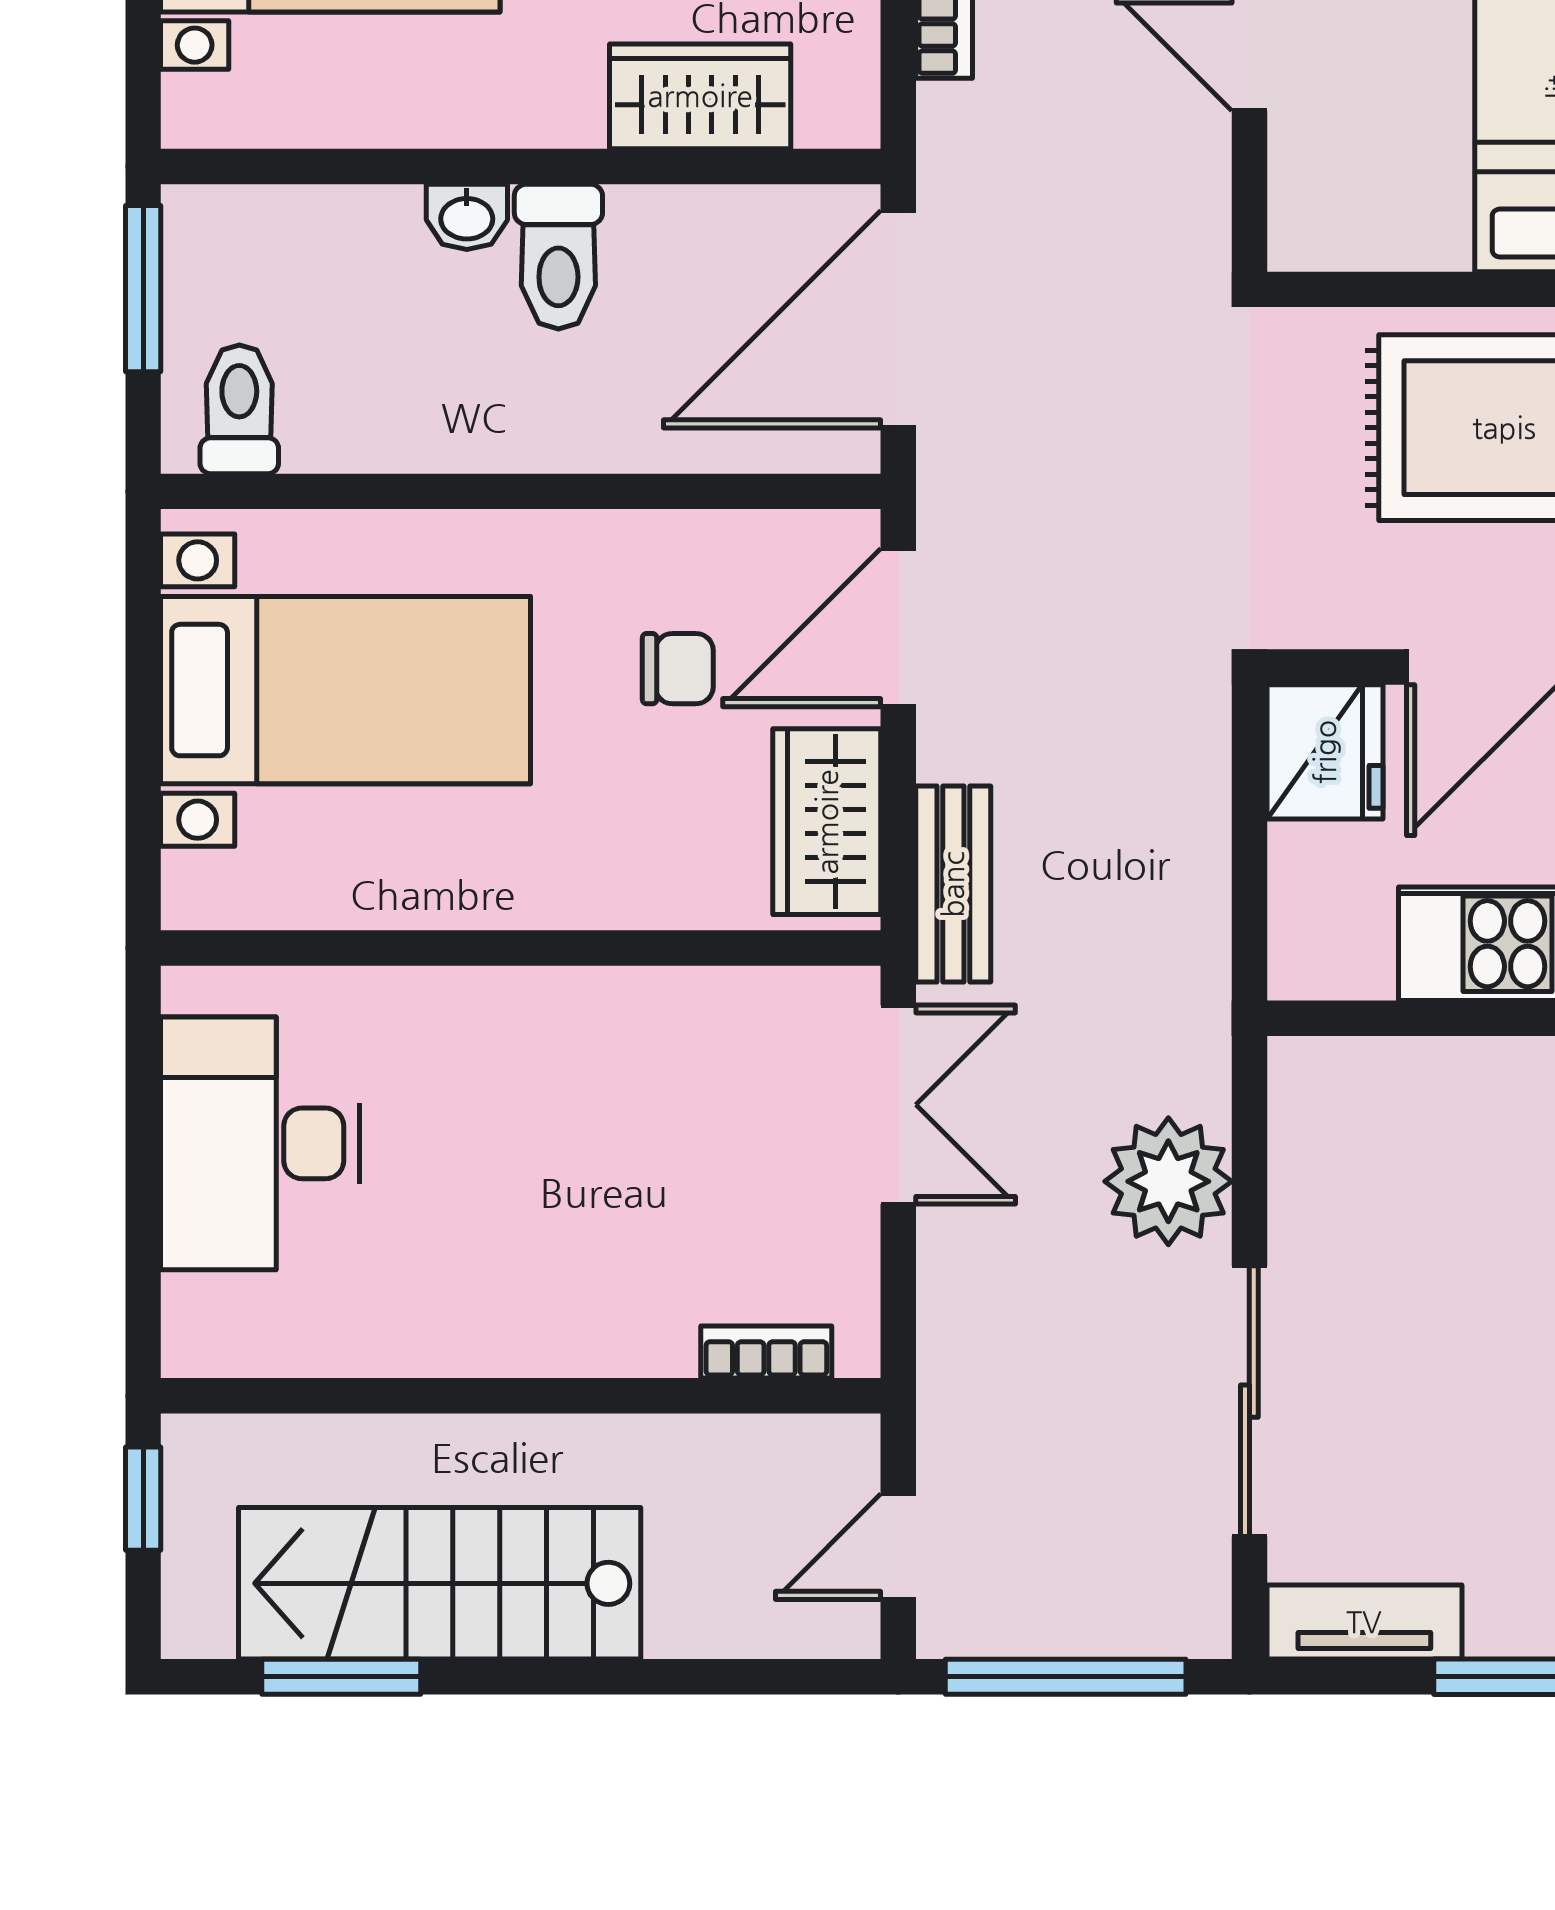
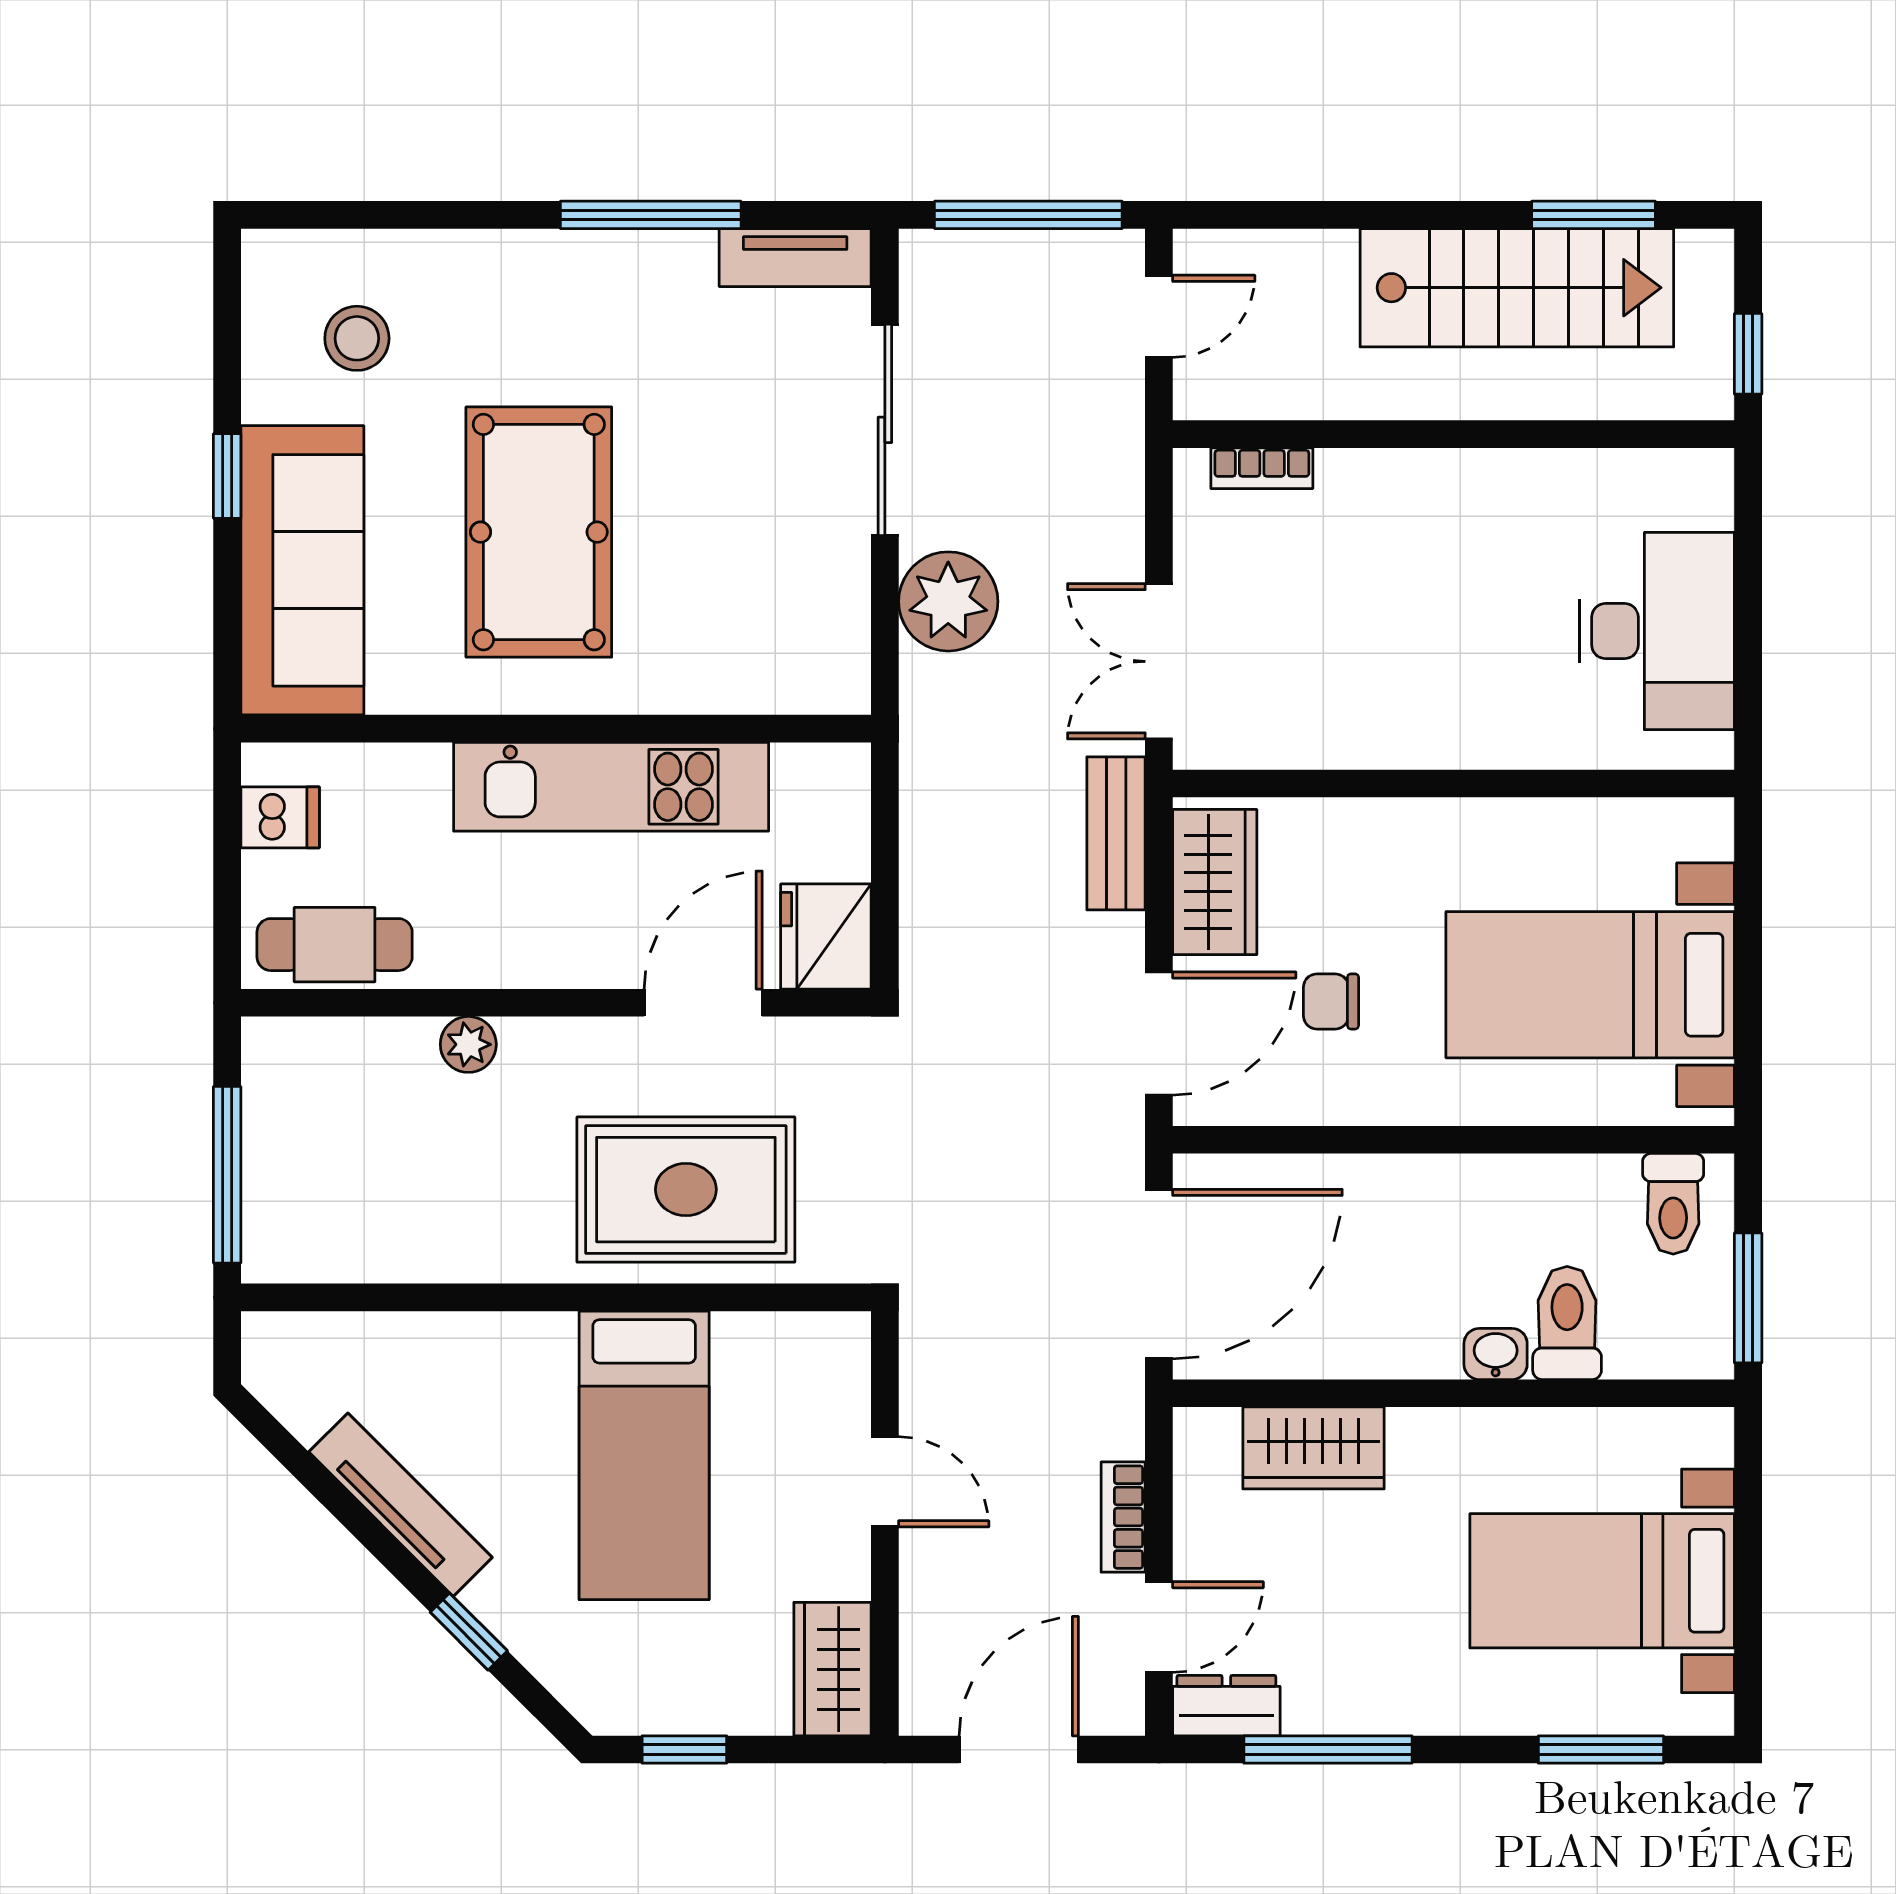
toilet: (558, 257) -> (1567, 1323), moved

